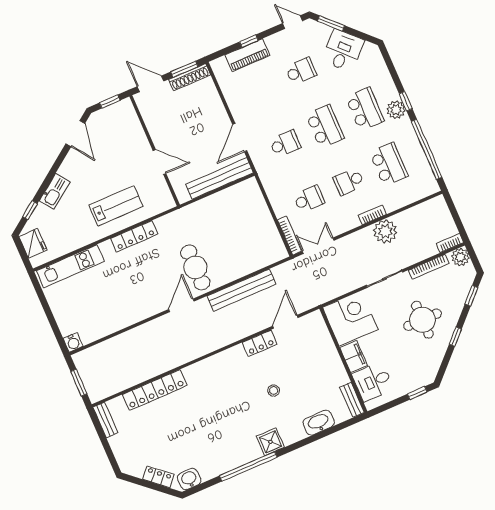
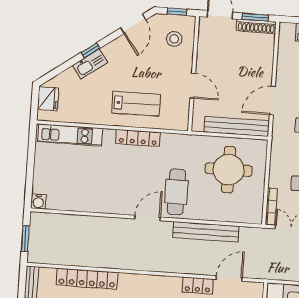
stool: (120, 128) -> (174, 39), added
window: (30, 210) -> (90, 50), moved
round table: (233, 222) -> (229, 170), added

